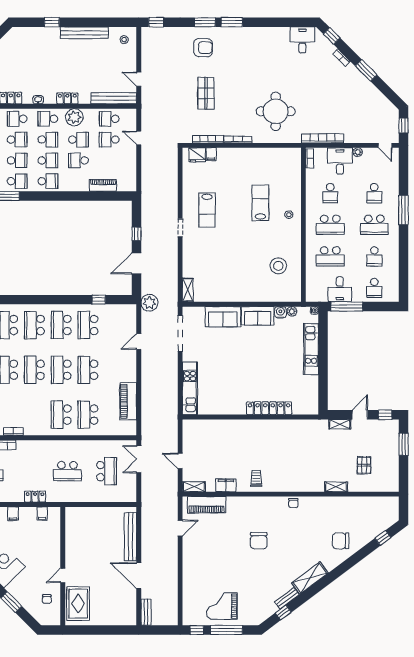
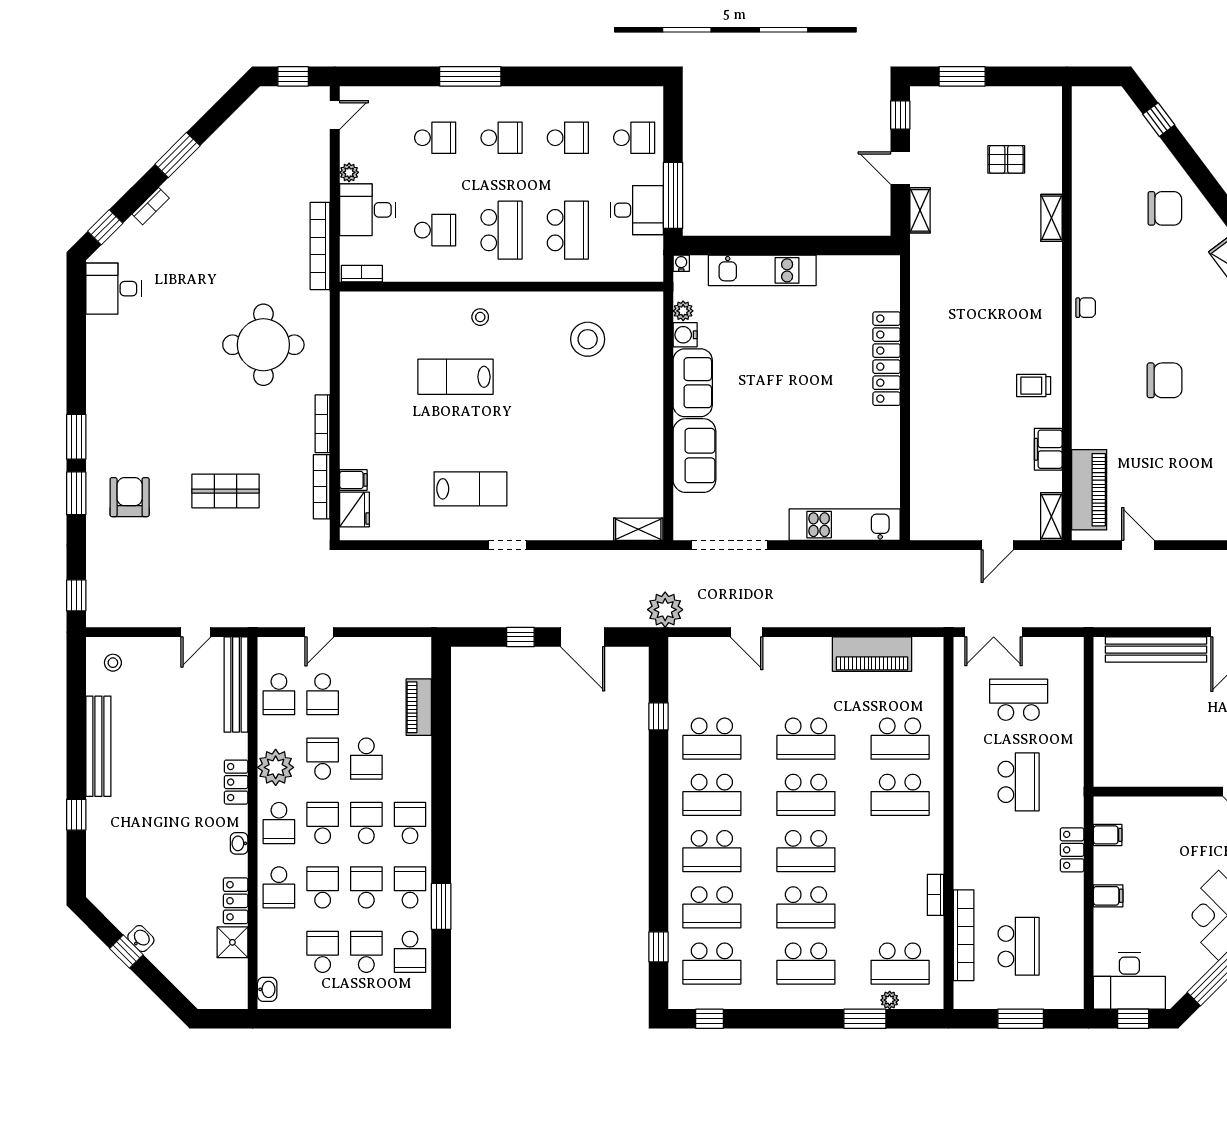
school desk: (374, 225) -> (502, 138), width x0.54
chair: (341, 541) -> (1165, 208), turned -90

